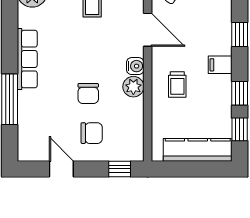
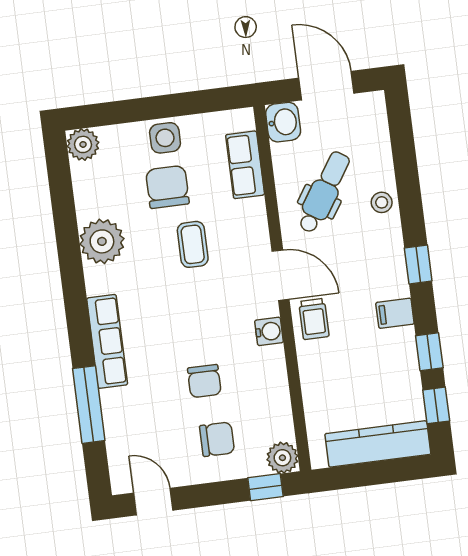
trolley: (177, 85) -> (314, 319), moved
plant: (133, 87) -> (282, 458), moved
door: (61, 169) -> (153, 502), moved

